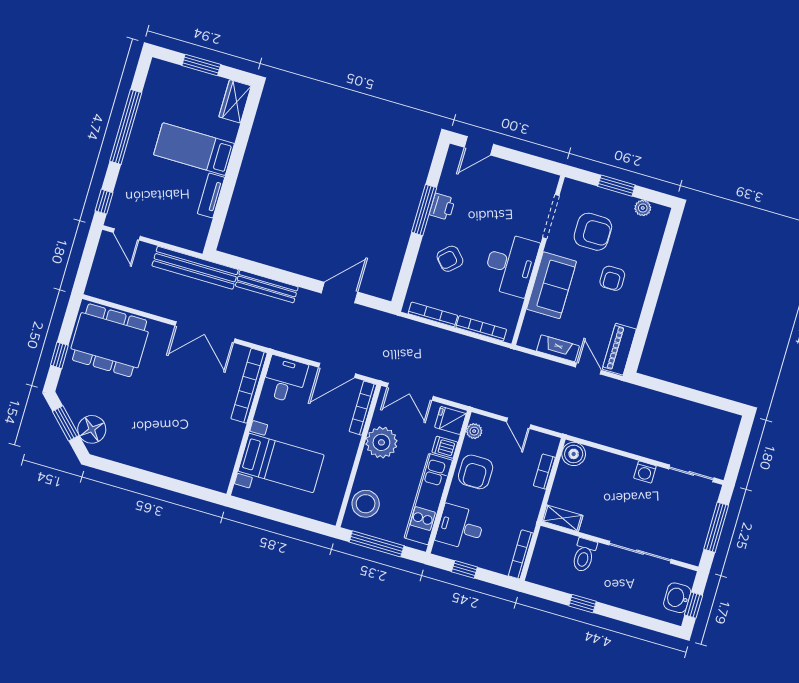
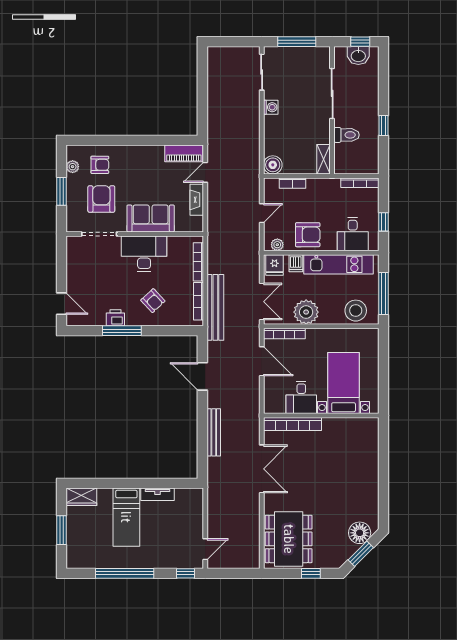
bench: (195, 268) -> (215, 307), moved
armchair: (612, 278) -> (100, 165), moved
desk: (285, 379) -> (301, 397), moved, turned -90

